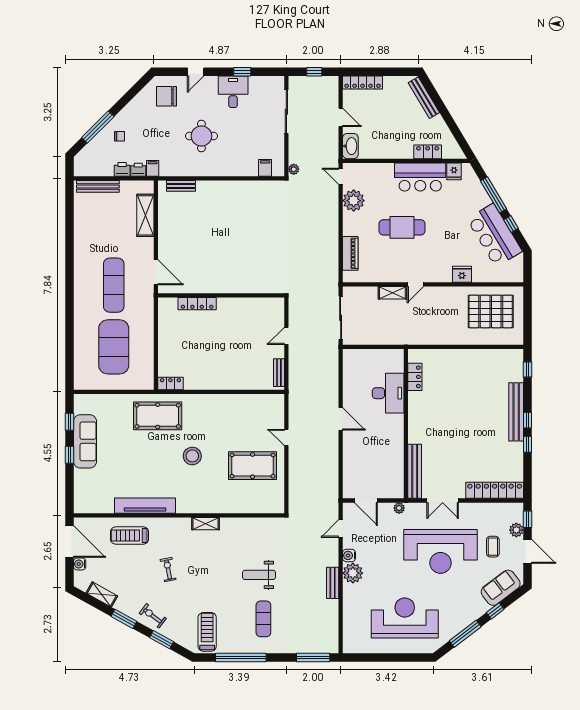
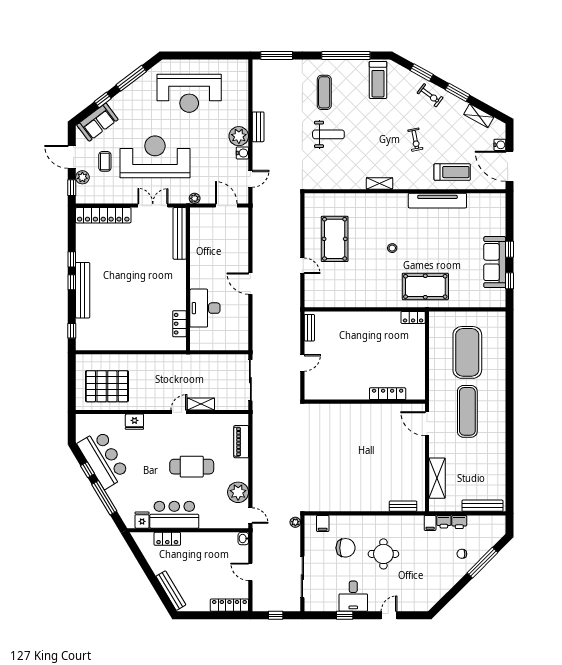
chair: (167, 96) -> (346, 548), moved
washbasin: (350, 146) -> (243, 539), width x0.52, depth x0.69
stool: (192, 456) -> (392, 248), width x0.53, depth x0.53
pool table: (253, 466) -> (335, 239), turned 90

